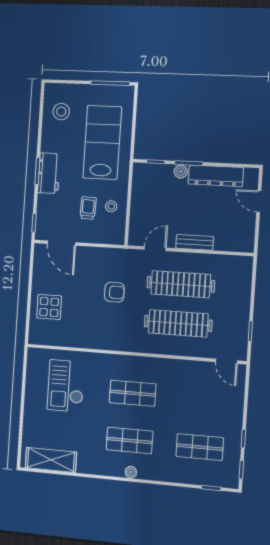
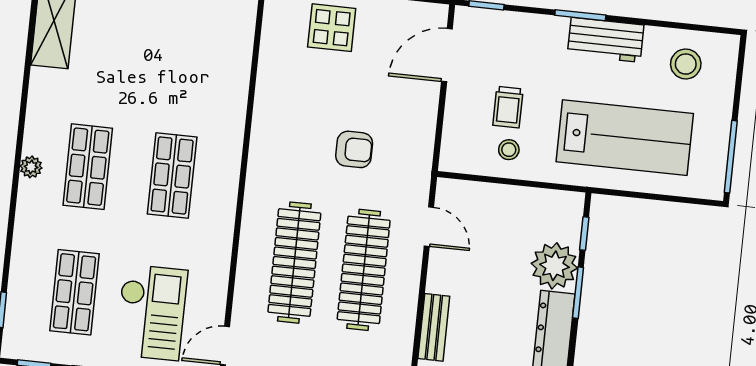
plant: (181, 172) -> (554, 266), width x1.88, depth x1.88
workbench: (49, 173) -> (606, 40), moved
trolley: (88, 208) -> (508, 107), turned 88
bench: (195, 242) -> (434, 327), moved
armchair: (114, 292) -> (354, 149), turned -90
checkout: (66, 386) -> (151, 312), moved, turned 90

